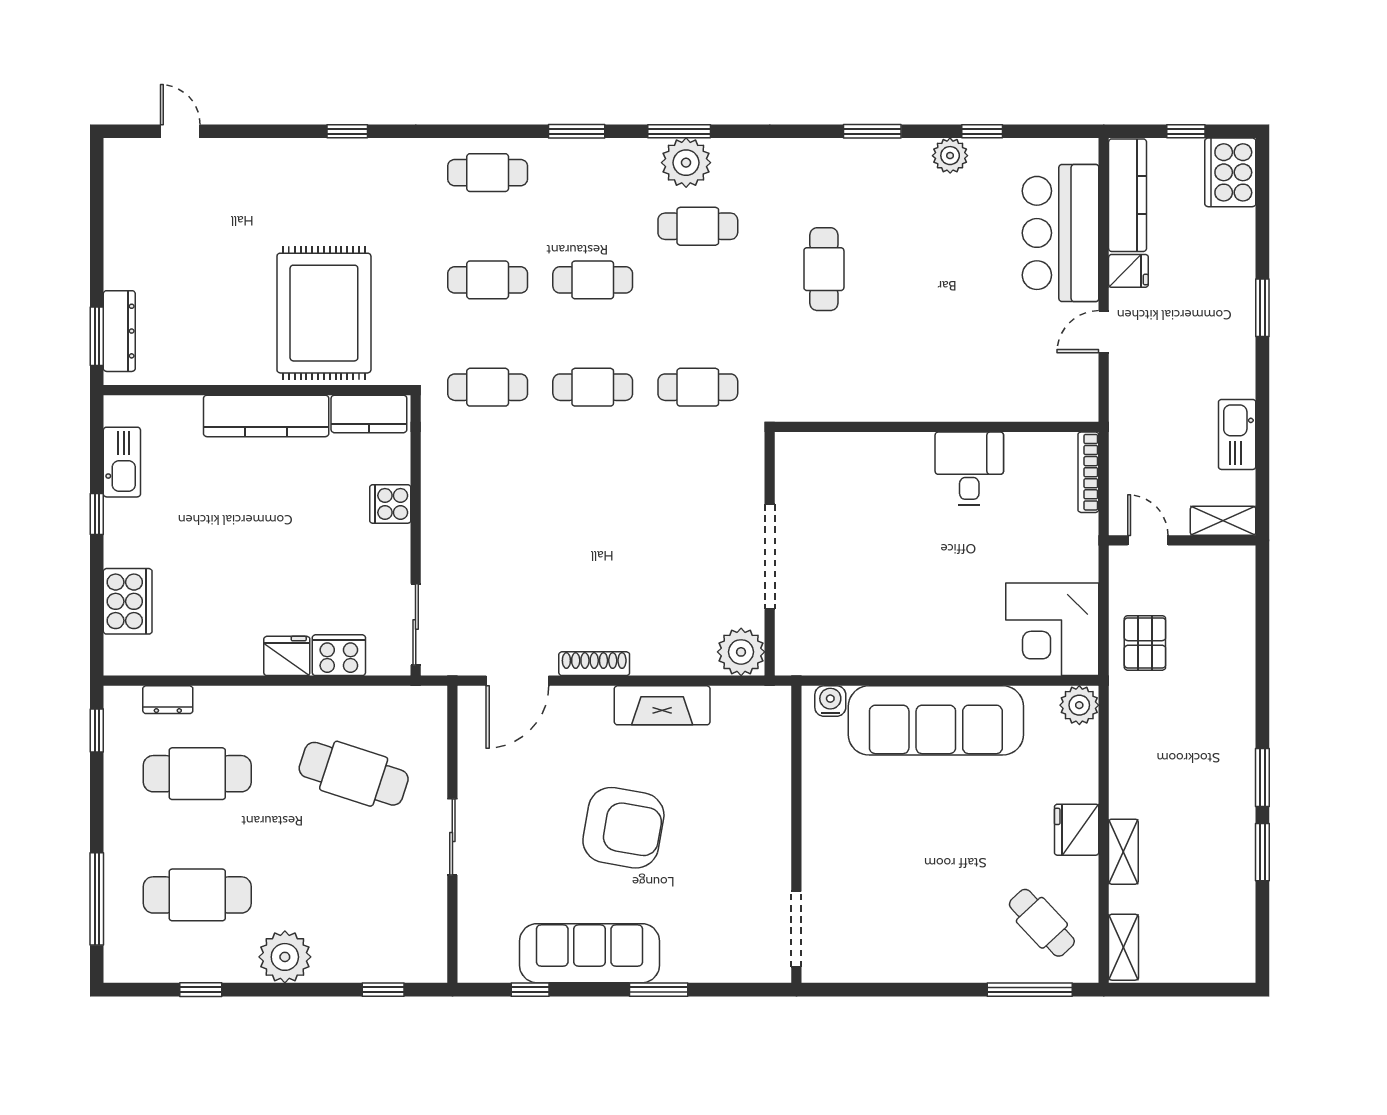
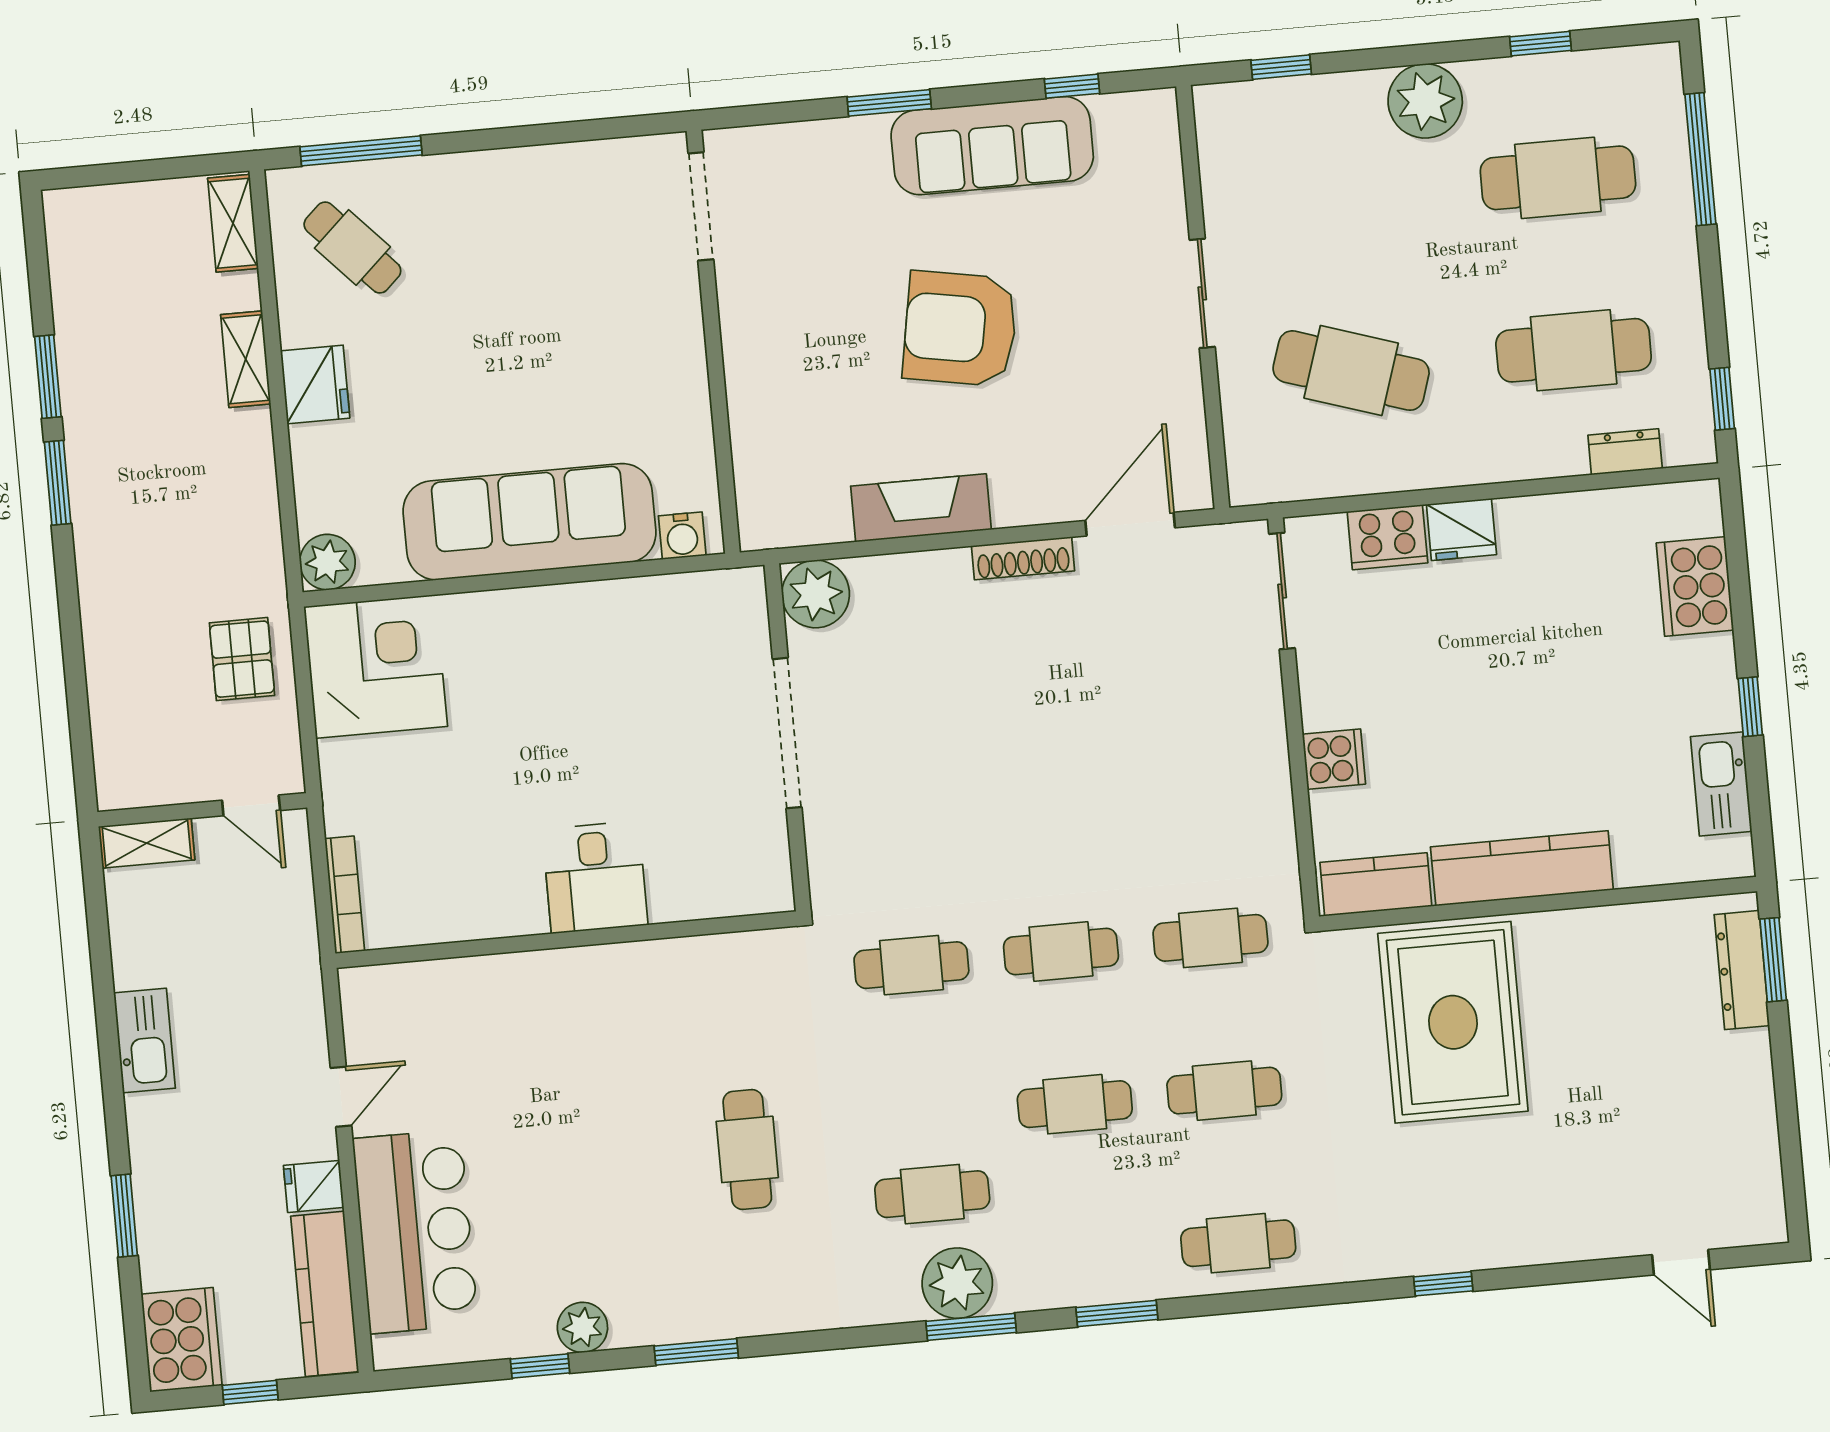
window: (1262, 308) -> (124, 1216), moved
kitchen sink: (1237, 434) -> (144, 1040), moved
desk: (969, 469) -> (595, 877), moved

